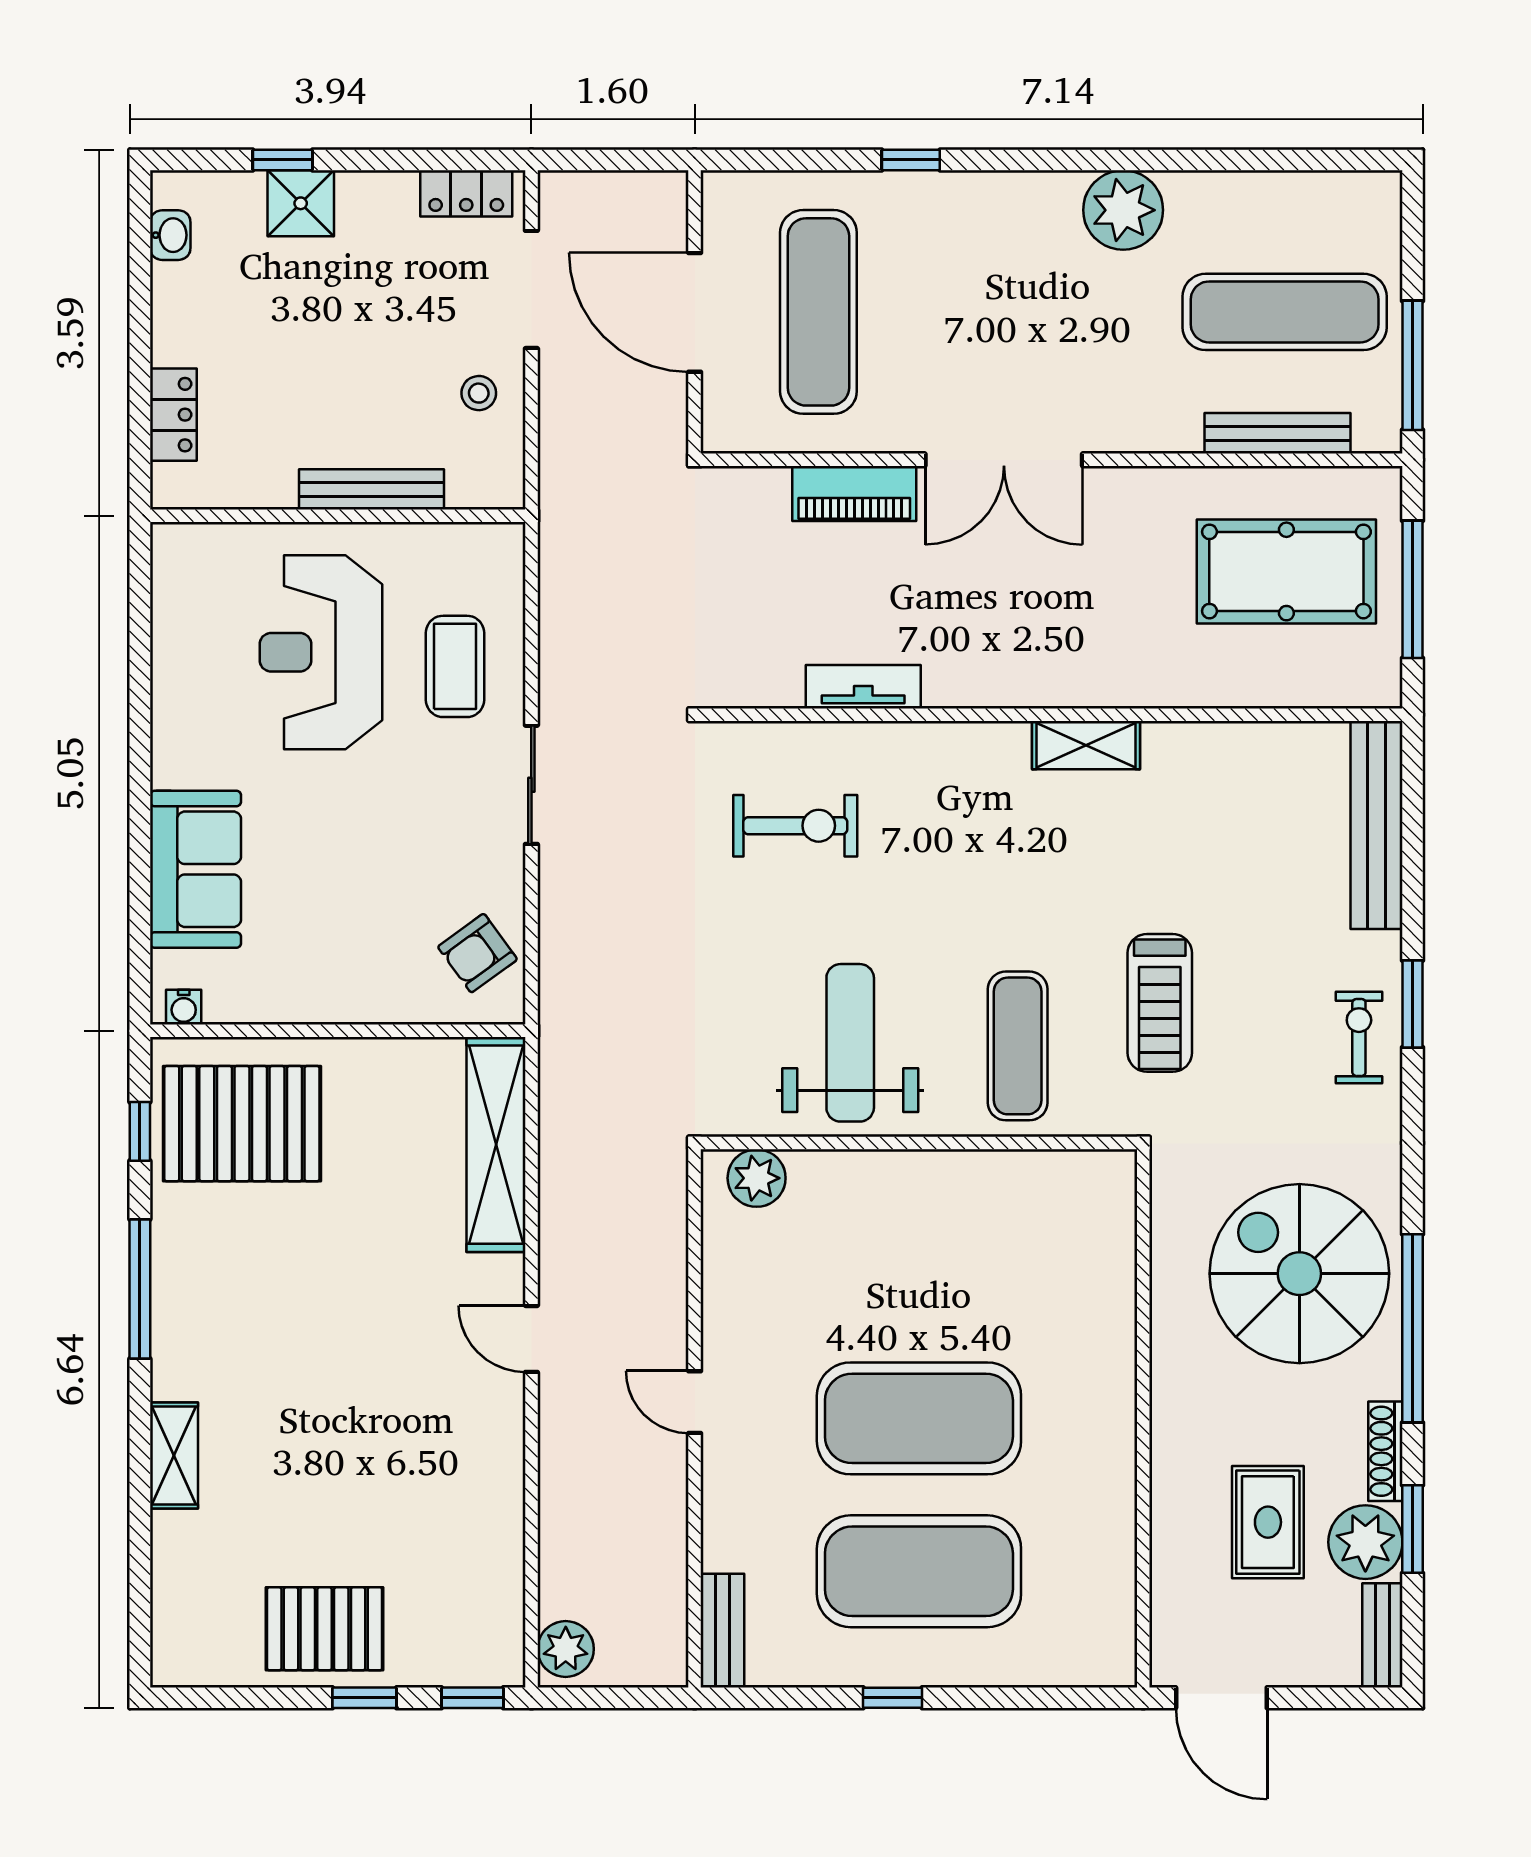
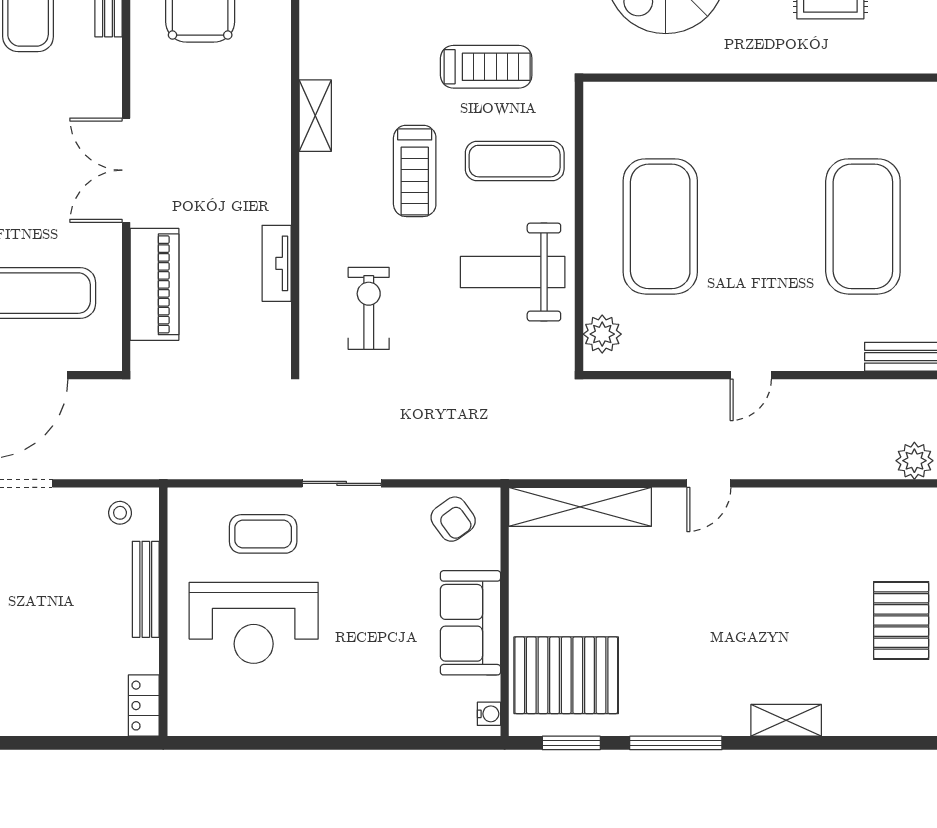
stool: (479, 393) -> (120, 513), moved
locker: (173, 415) -> (144, 706), moved, turned -90
double door: (1004, 460) -> (126, 170), swing flipped
piano: (854, 494) -> (154, 284), width x1.37, depth x1.33
sofa: (195, 869) -> (470, 623), moved, turned -90
treadmill: (1003, 895) -> (415, 171), added
pallet: (242, 1124) -> (566, 675), turned 90
window: (140, 1131) -> (571, 743), width x1.50
exercise mat: (919, 1418) -> (660, 226), moved

